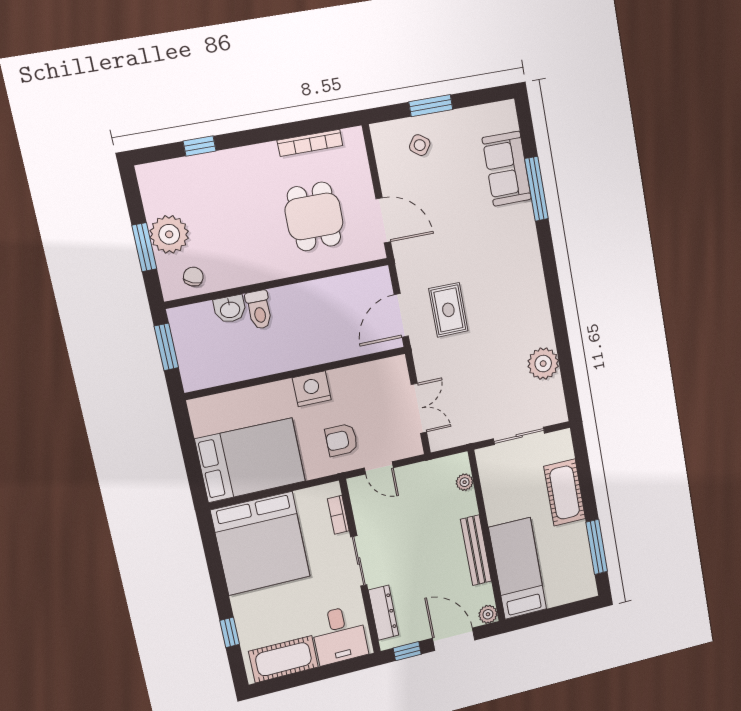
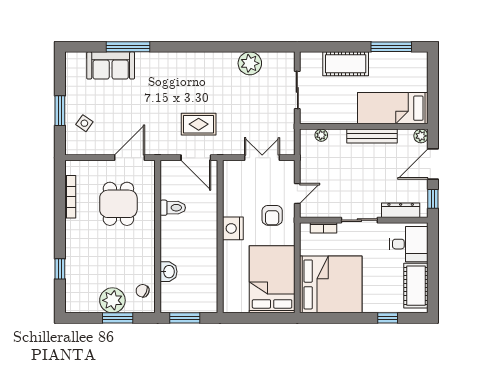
dining table: (314, 216) -> (118, 204), turned 90
toilet: (259, 310) -> (173, 208), moved

